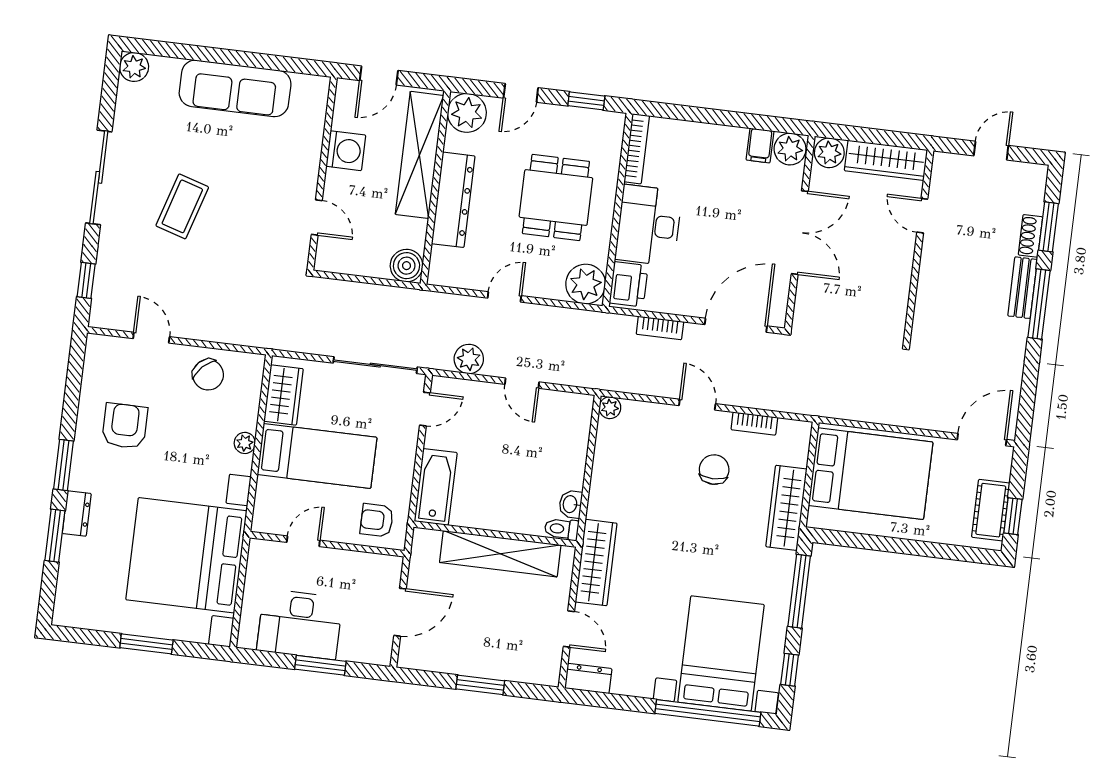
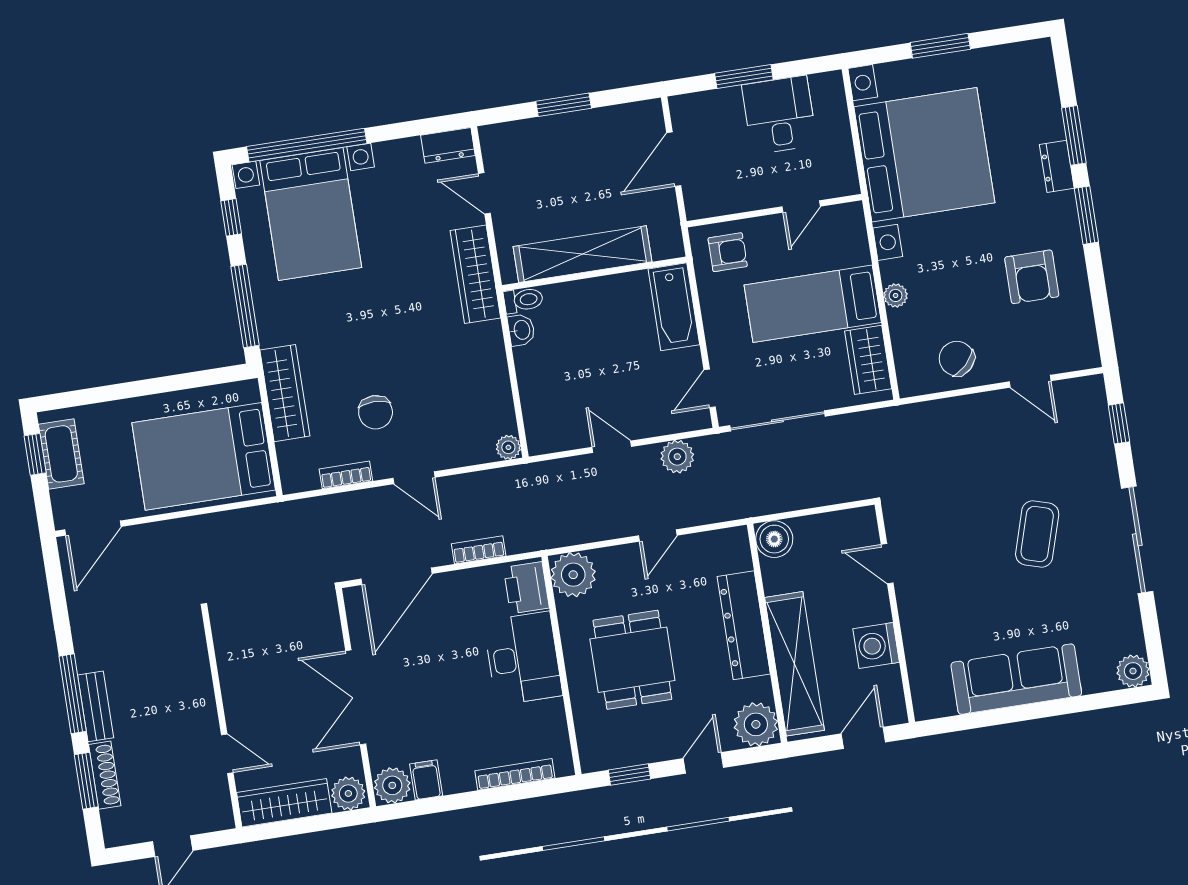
bookcase: (637, 149) -> (515, 774), moved, turned 90
shoe rack: (1030, 236) -> (105, 775), width x1.43
desk: (300, 624) -> (779, 115), width x0.73

